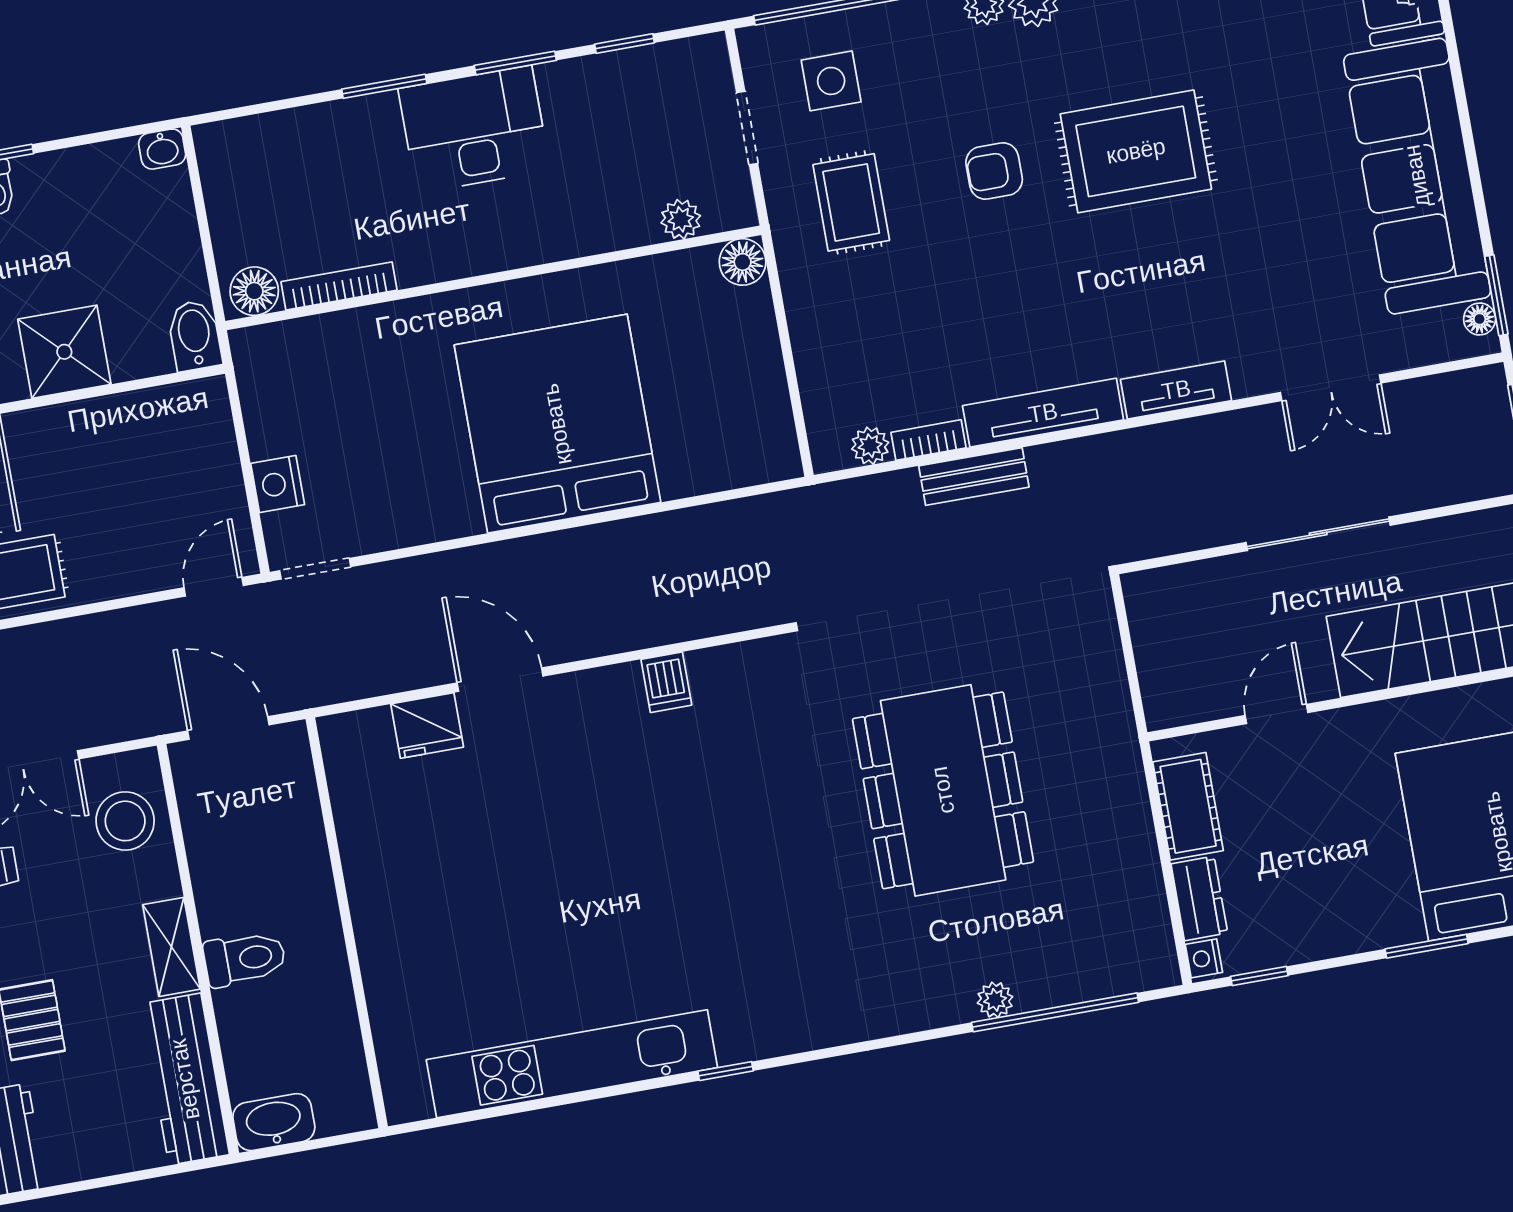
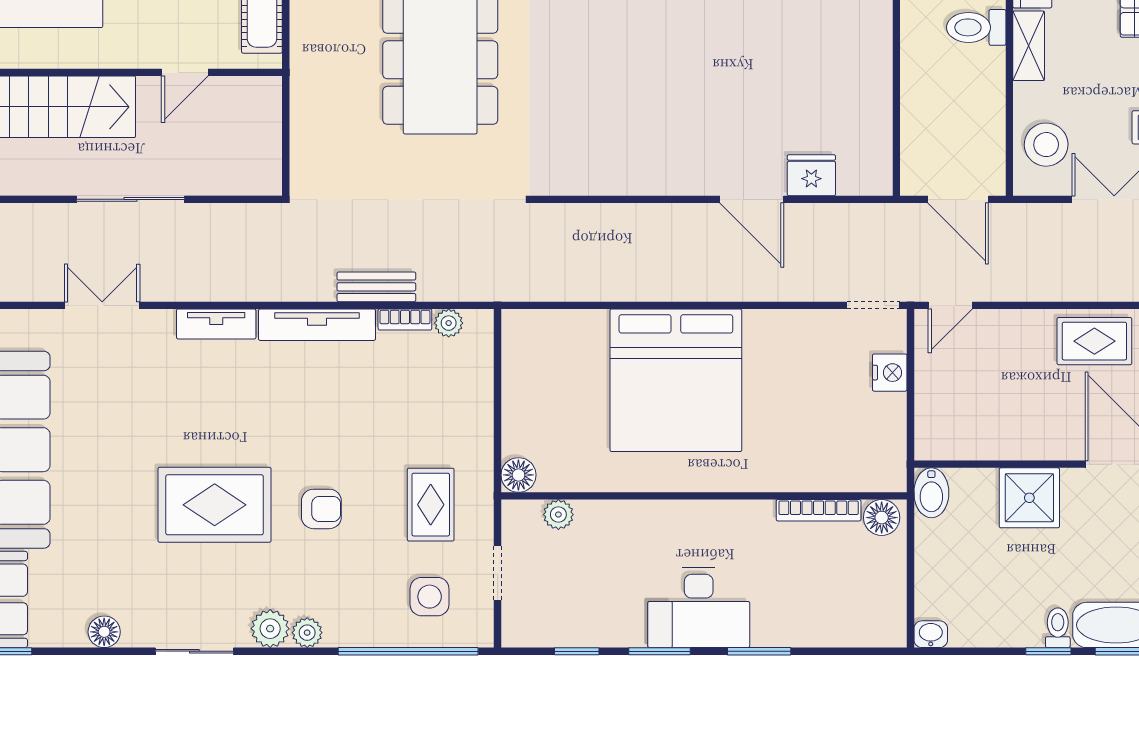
dishwasher: (666, 682) -> (630, 176), removed

